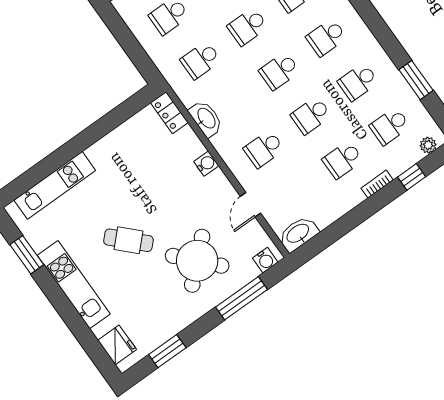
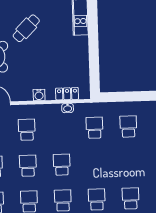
school desk: (248, 27) -> (96, 164), removed
locker: (169, 113) -> (67, 94), moved
washbasin: (206, 119) -> (68, 108), width x0.52, depth x0.69

